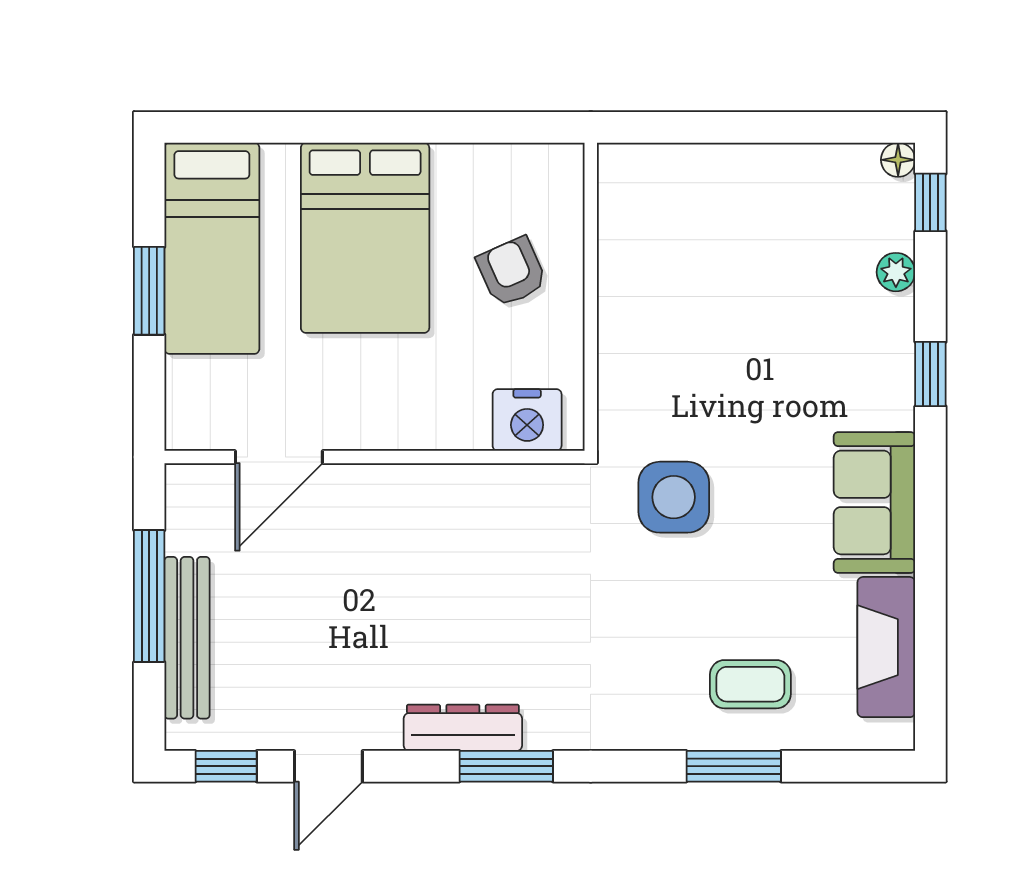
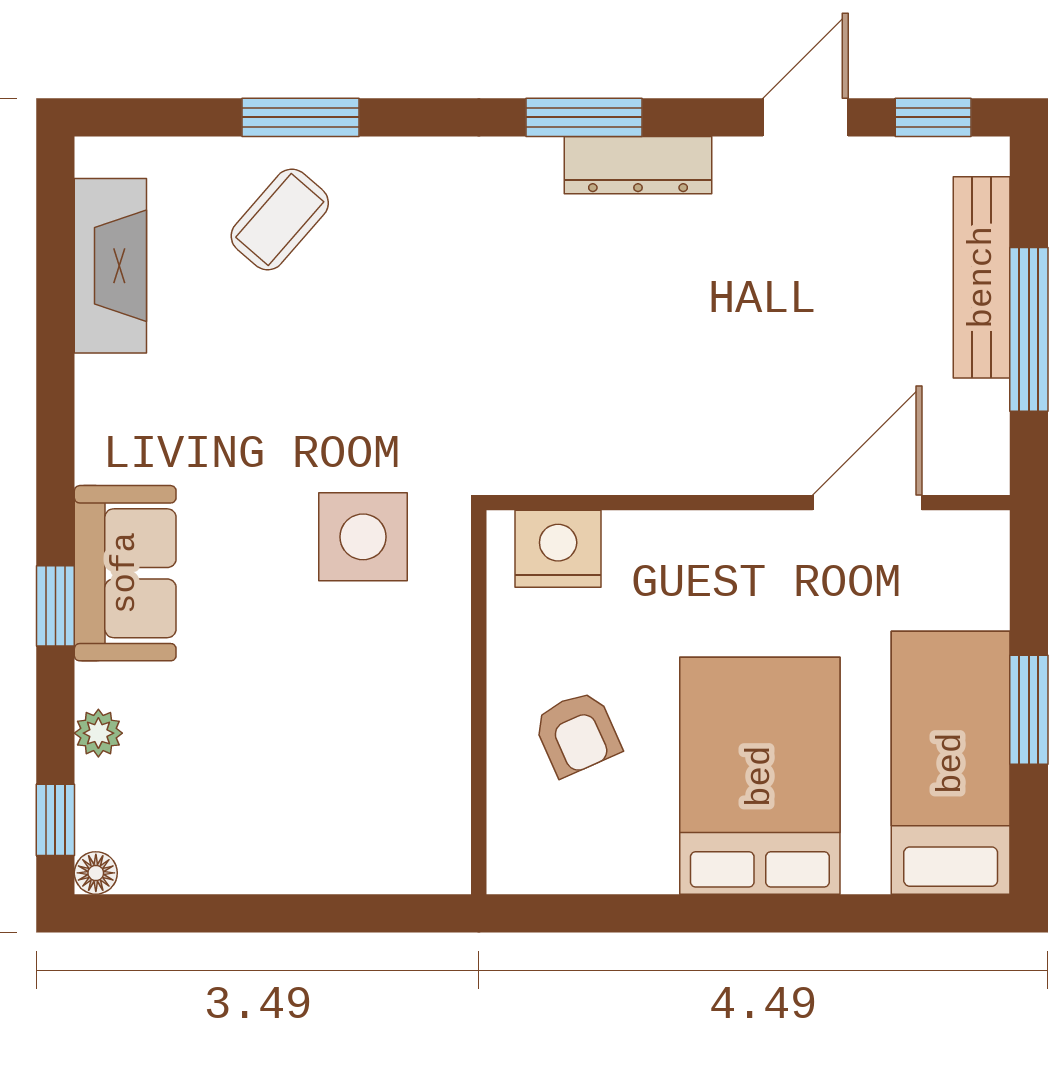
side table: (674, 497) -> (363, 537), moved
sofa: (874, 502) -> (125, 573), moved
coffee table: (750, 684) -> (280, 220), turned -49

